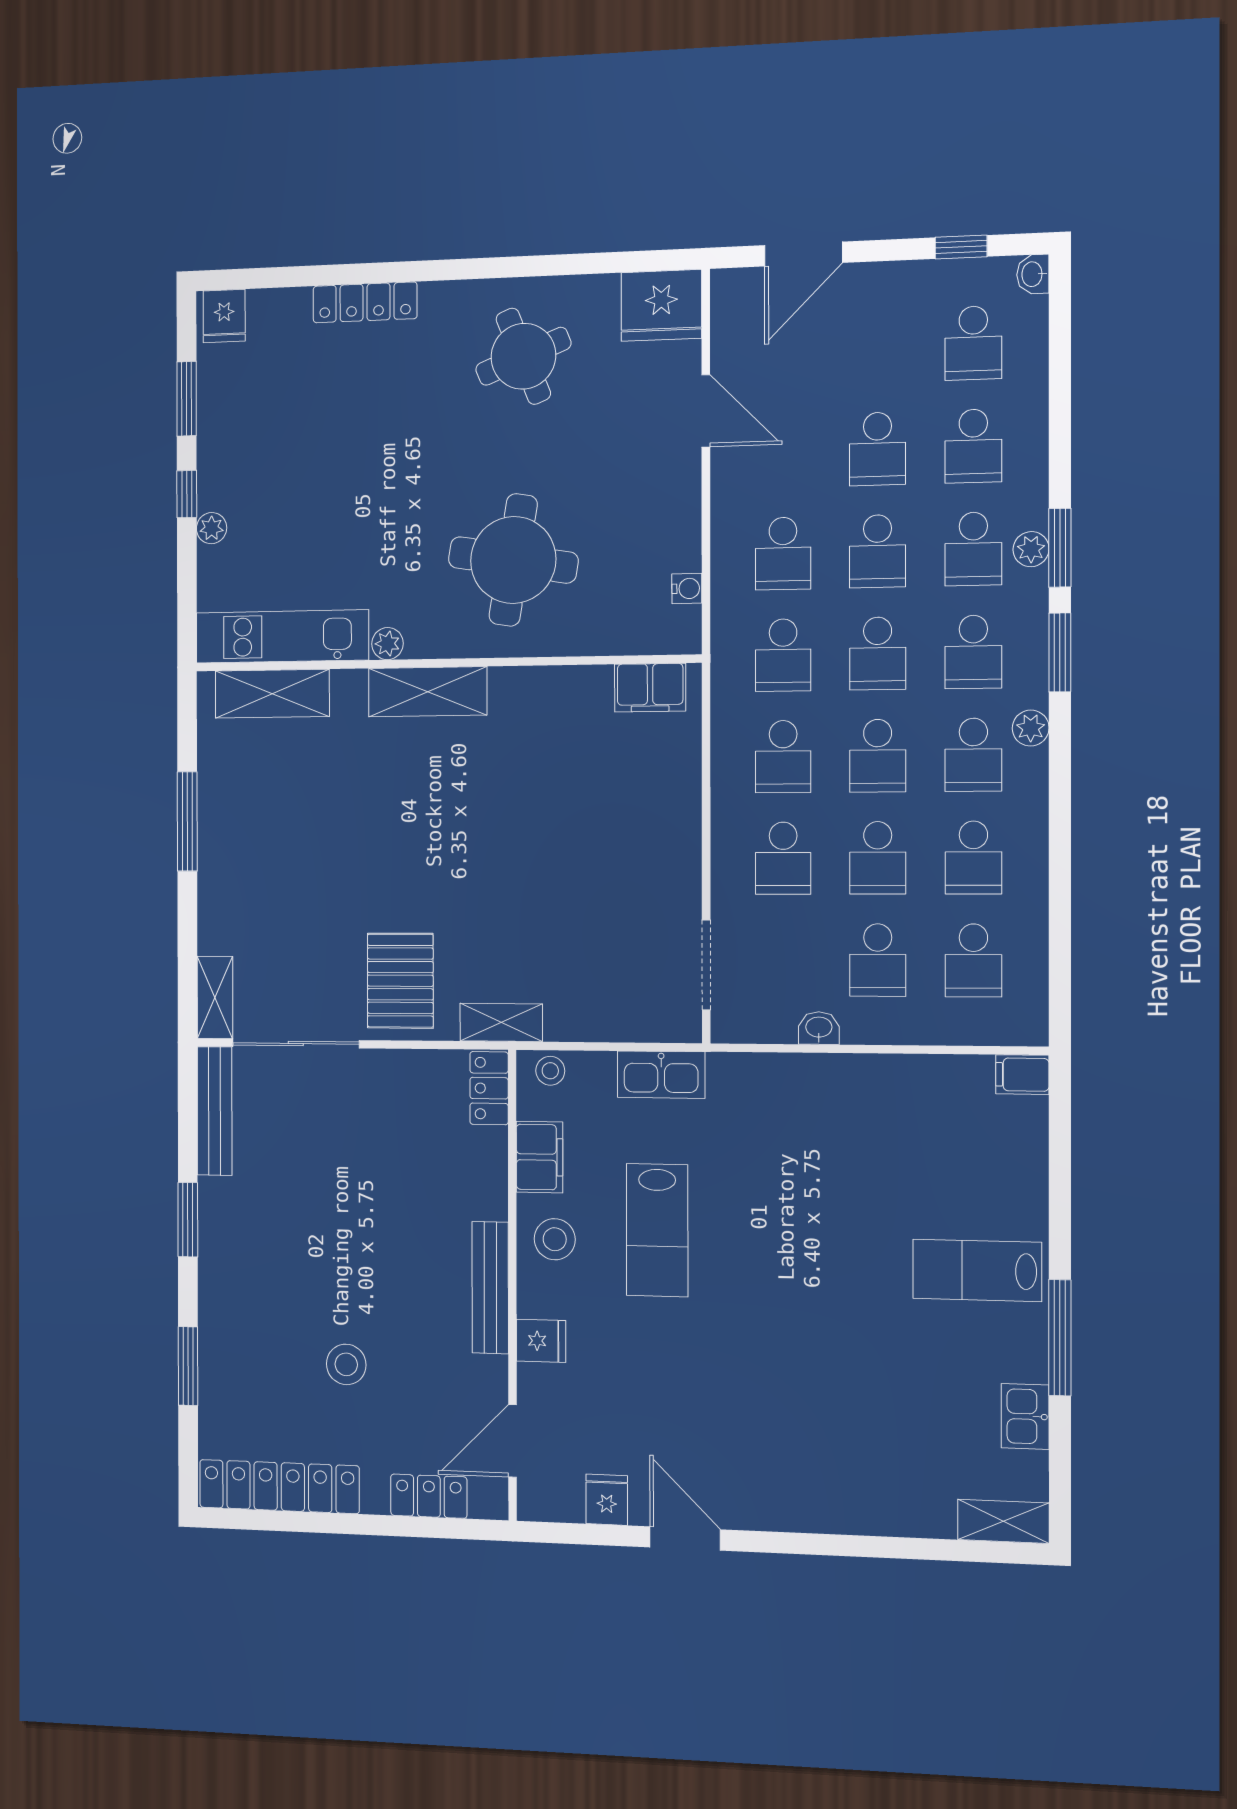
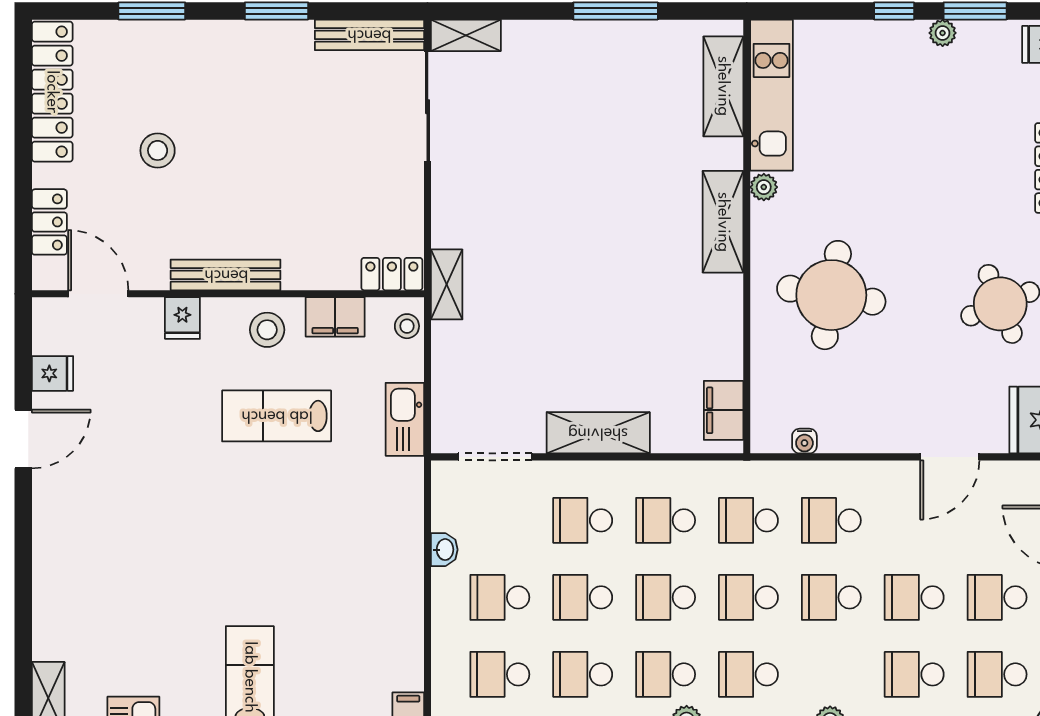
plant: (212, 528) -> (943, 33), moved
school desk: (973, 549) -> (997, 597), moved
shelving: (677, 840) -> (598, 433), added
pallet: (400, 981) -> (481, 198), removed

